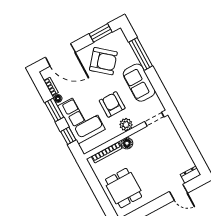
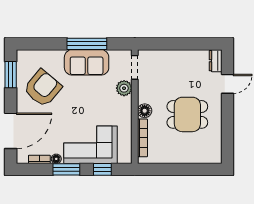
window: (141, 54) -> (87, 44), moved
armchair: (112, 104) -> (94, 104), removed
plant: (126, 125) -> (124, 88), moved
dining table: (124, 188) -> (187, 114), moved

